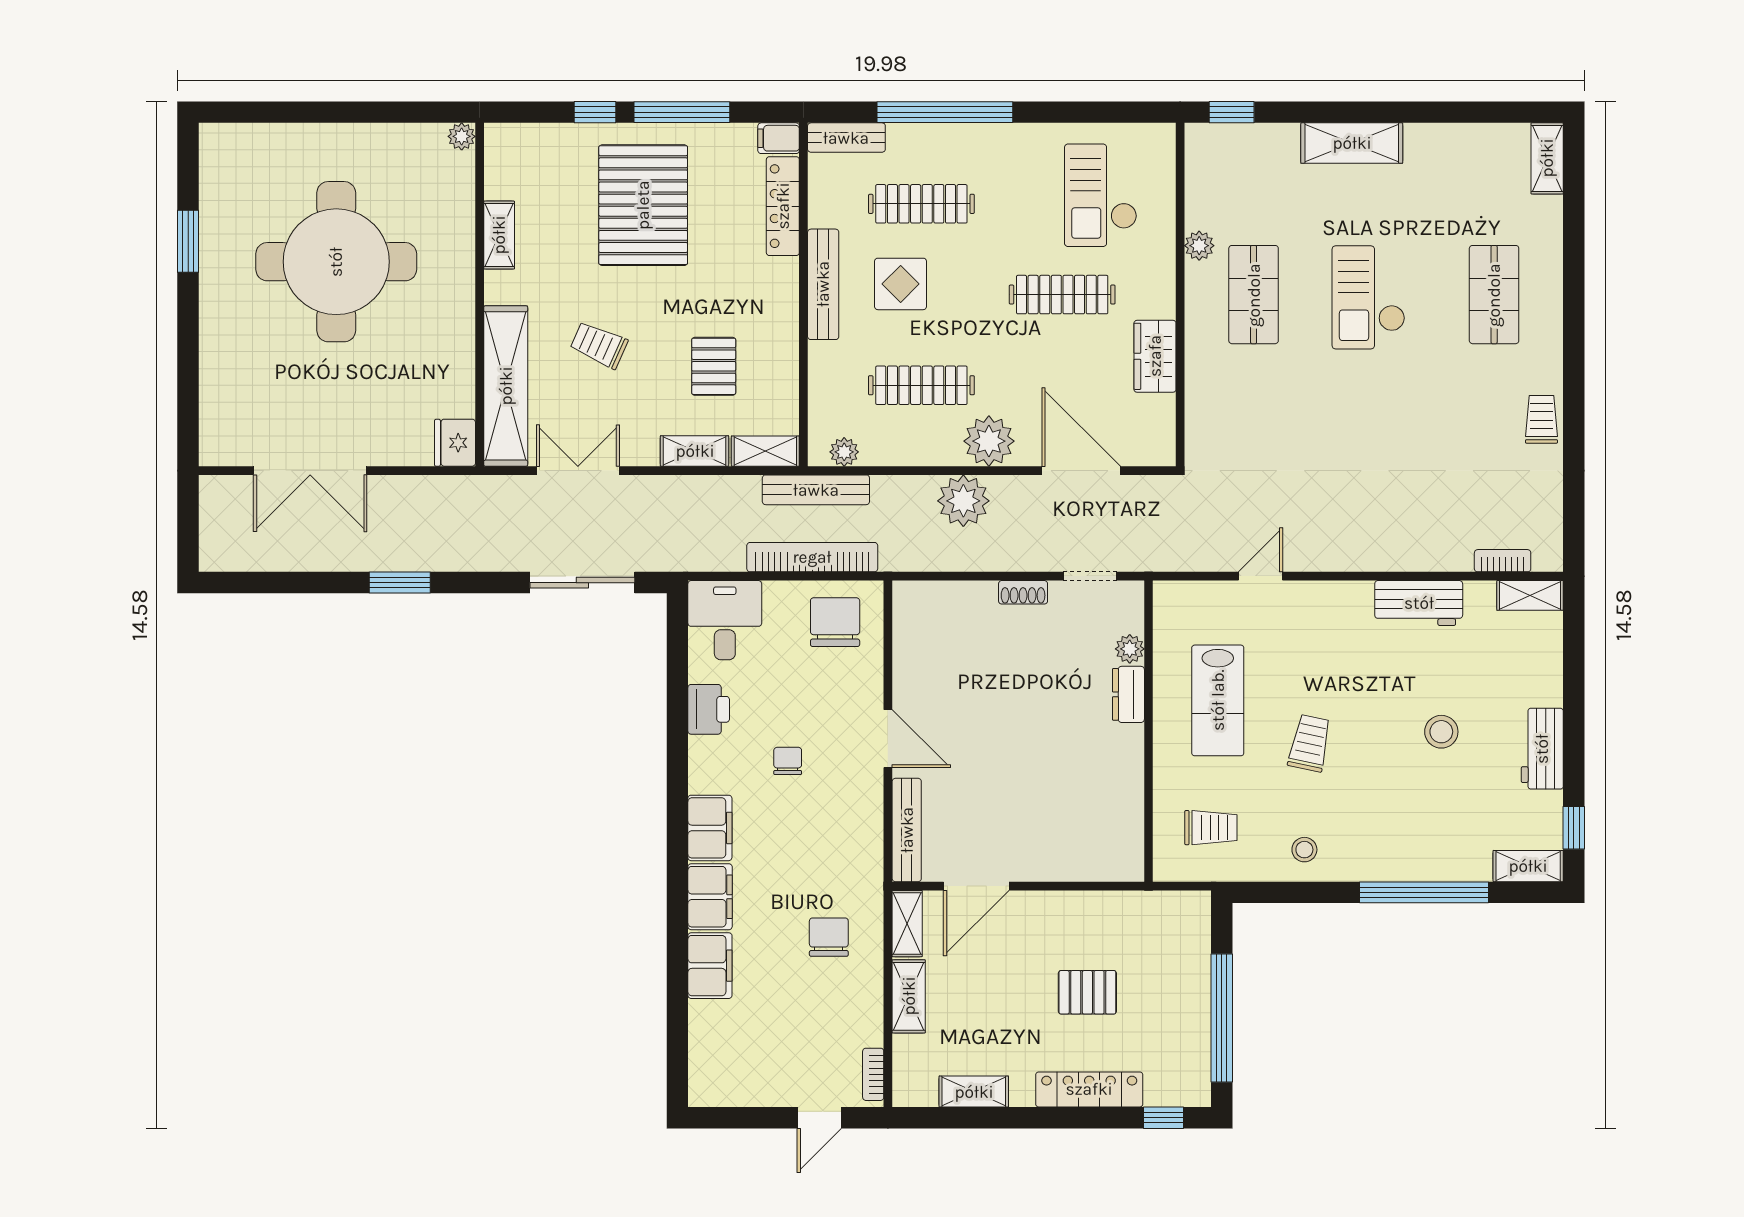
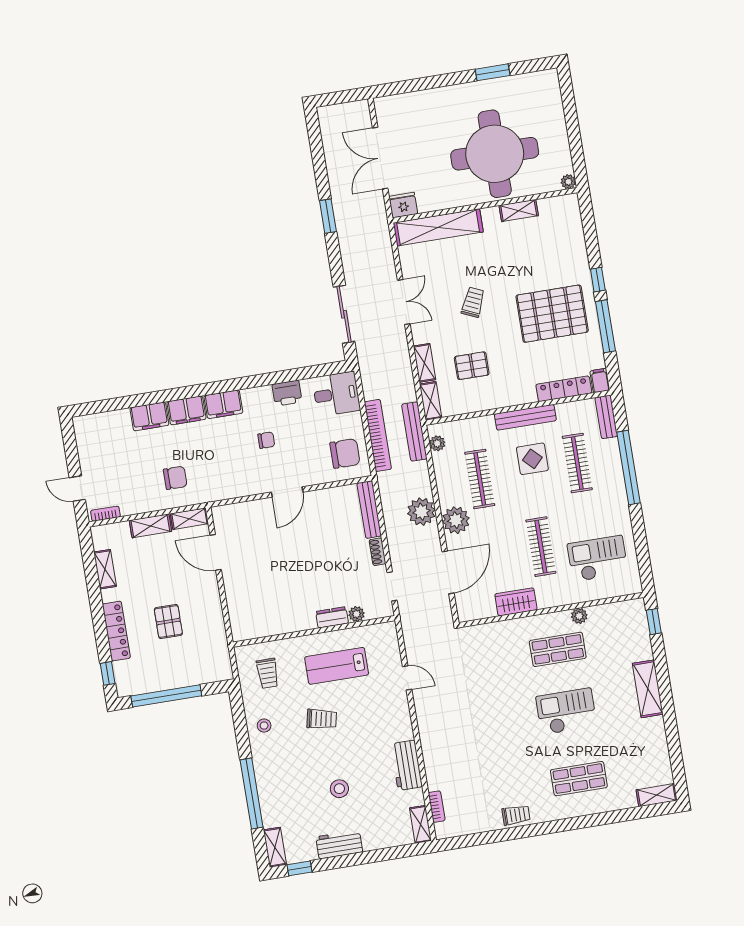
plant: (462, 136) -> (568, 182), moved
shelving: (499, 235) -> (519, 211), moved
wall: (480, 295) -> (485, 205), moved
shelving: (506, 386) -> (438, 227), moved
fridge: (455, 443) -> (403, 205), moved
bench: (907, 830) -> (369, 510), moved, turned 90

